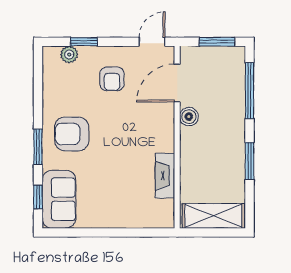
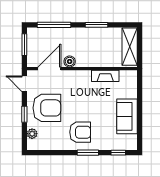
window: (84, 42) -> (24, 114), moved
armchair: (112, 79) -> (47, 108), width x1.88, depth x1.88
door: (177, 83) -> (49, 69), swing flipped
armchair: (72, 134) -> (80, 132), turned -90
sofa: (59, 199) -> (127, 116), moved, turned -90

